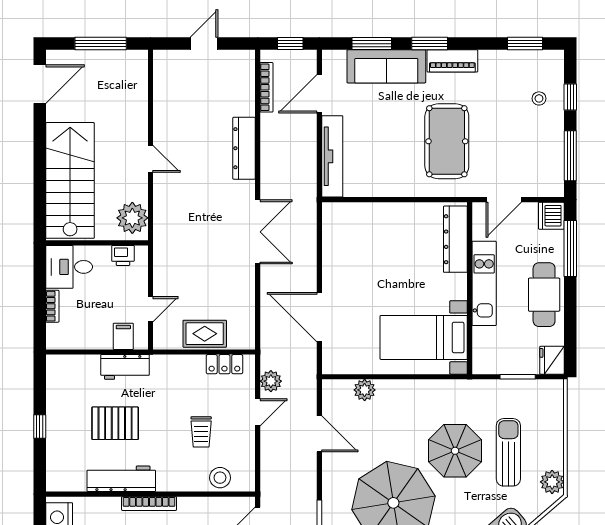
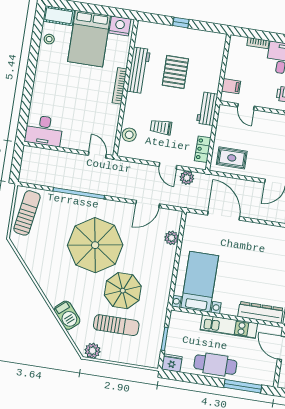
dishwasher: (551, 216) -> (266, 377), removed
door: (319, 317) -> (224, 216), hinge flipped
rug: (205, 334) -> (232, 158), moved, turned 90
workbench: (125, 367) -> (207, 109), moved

